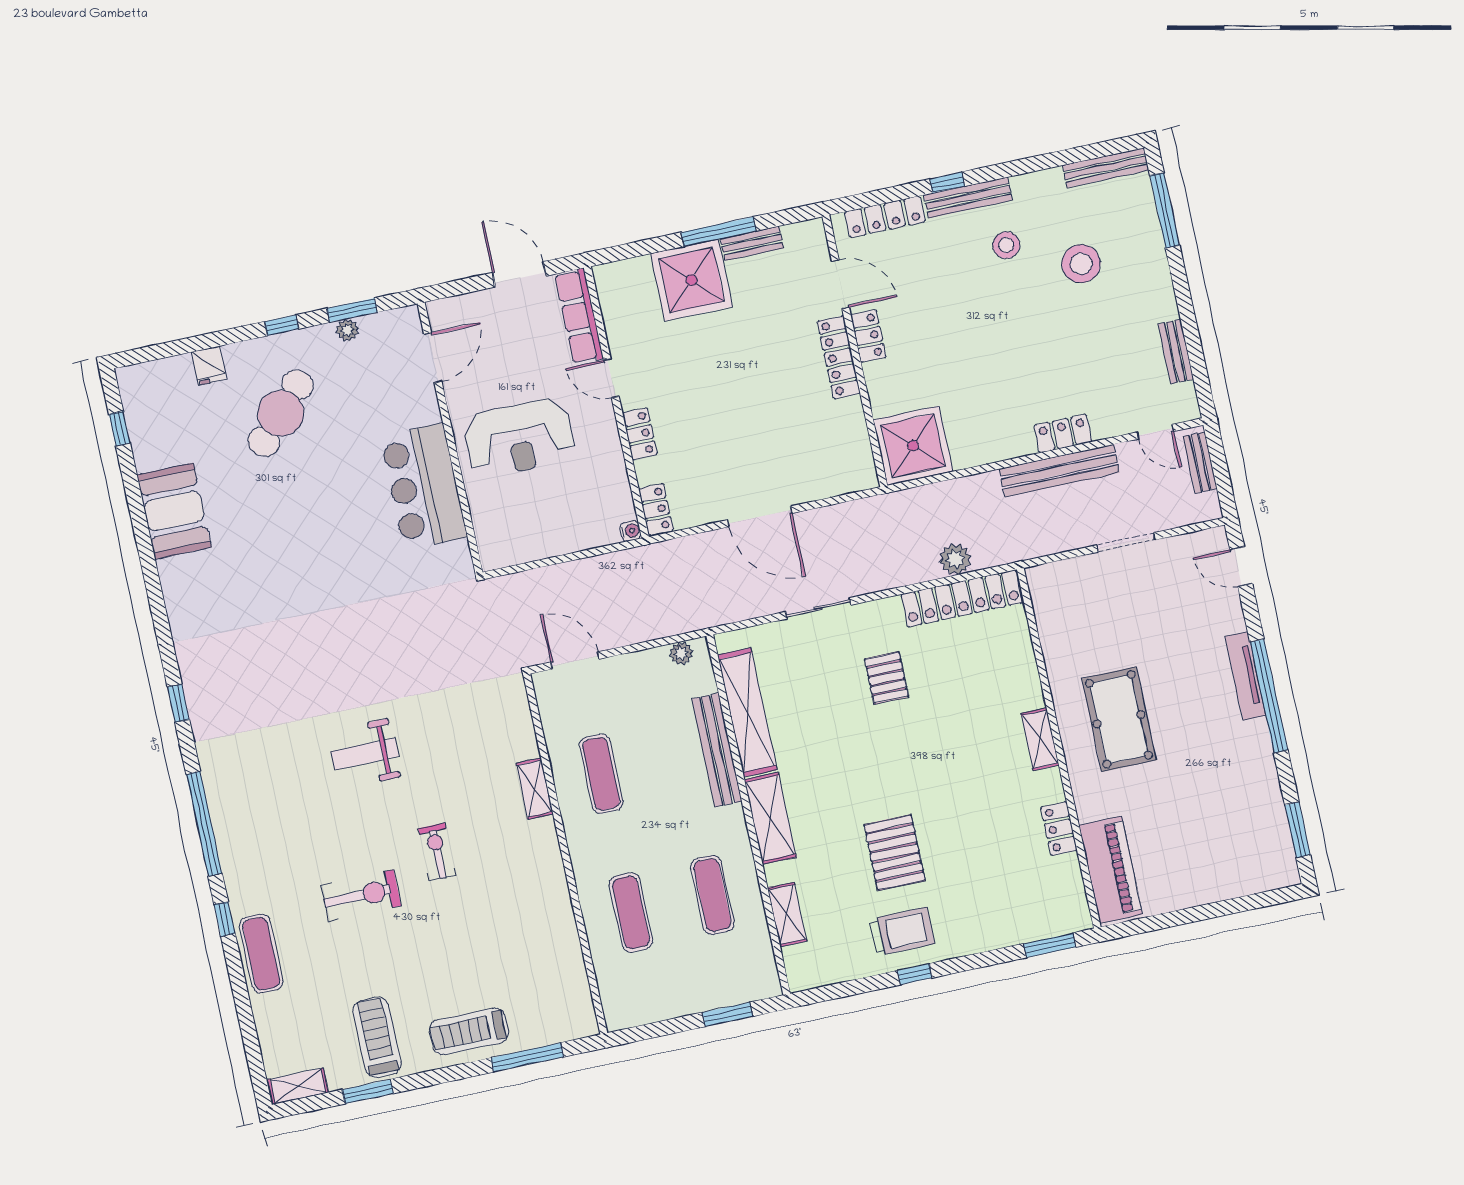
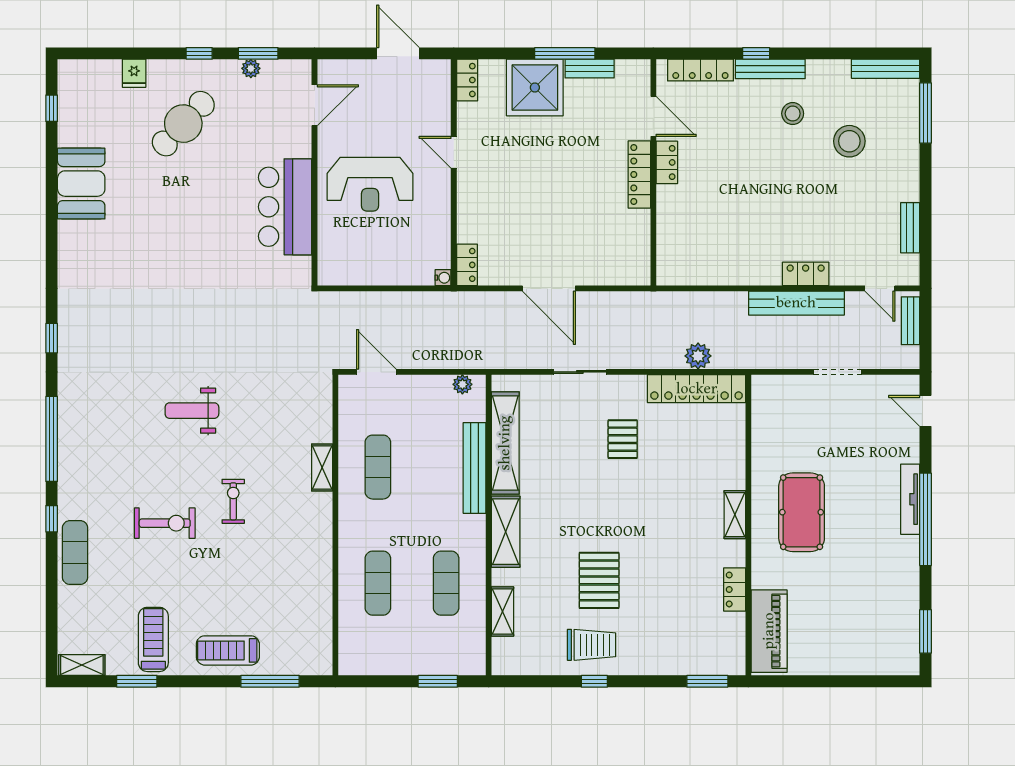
row of seats: (579, 316) -> (439, 97), removed
locker: (640, 434) -> (467, 80), moved
shower: (913, 446) -> (684, 258), removed

